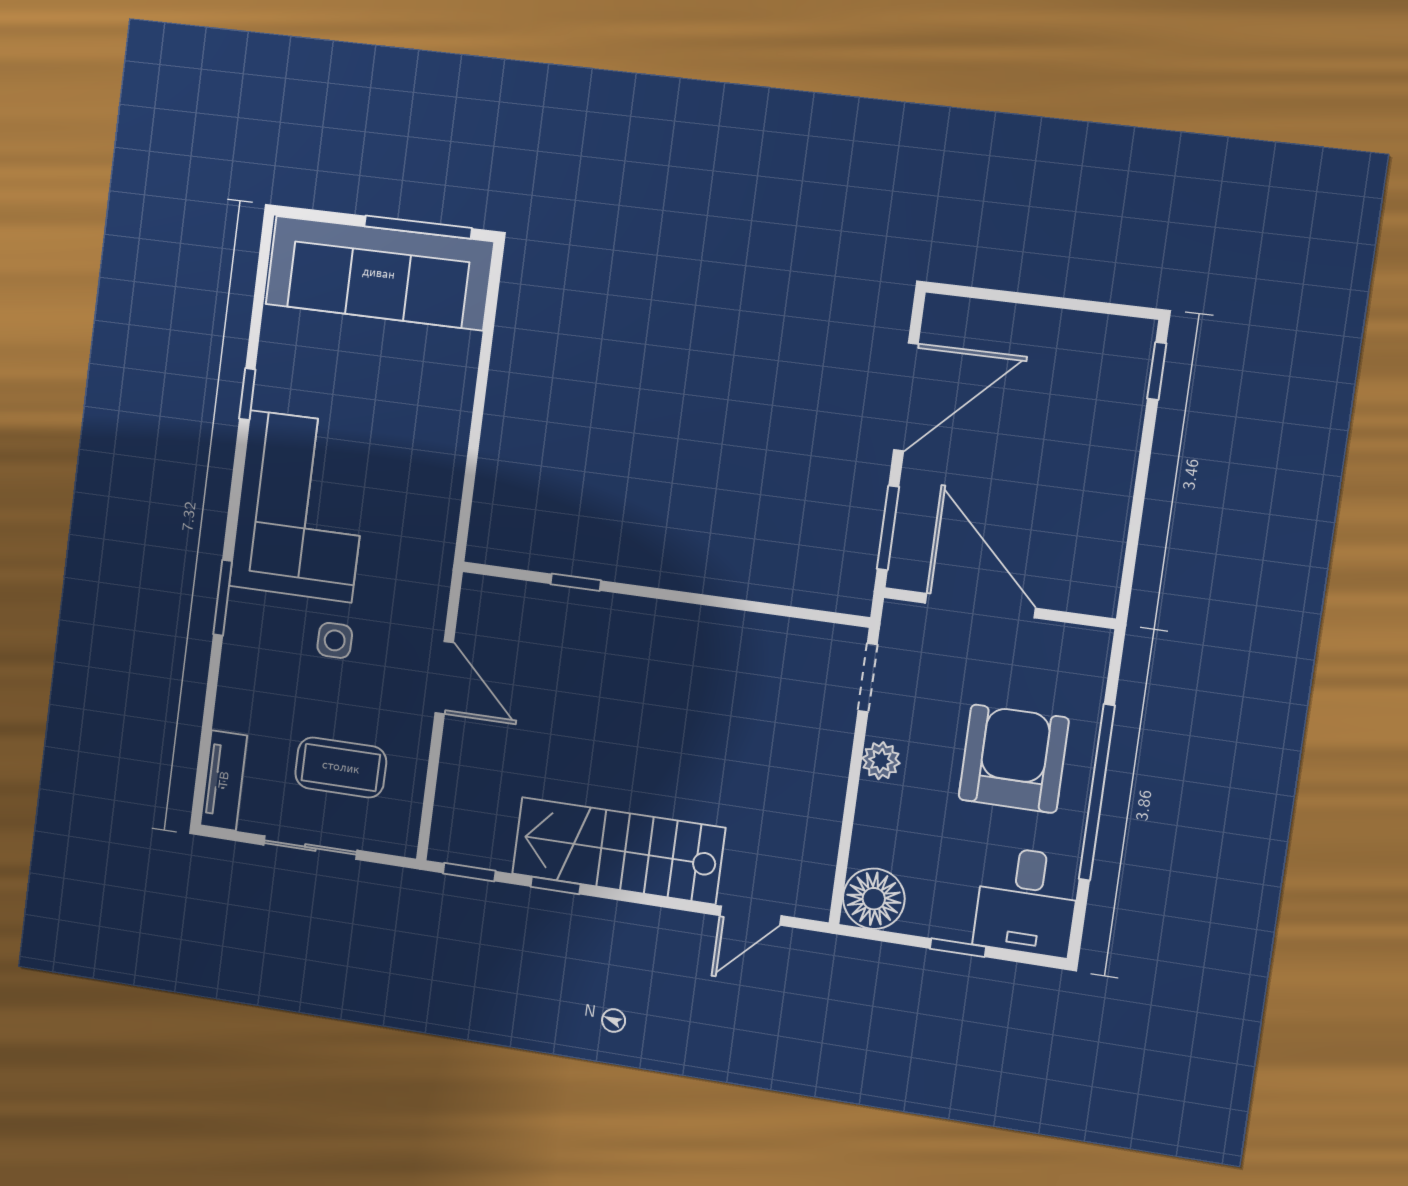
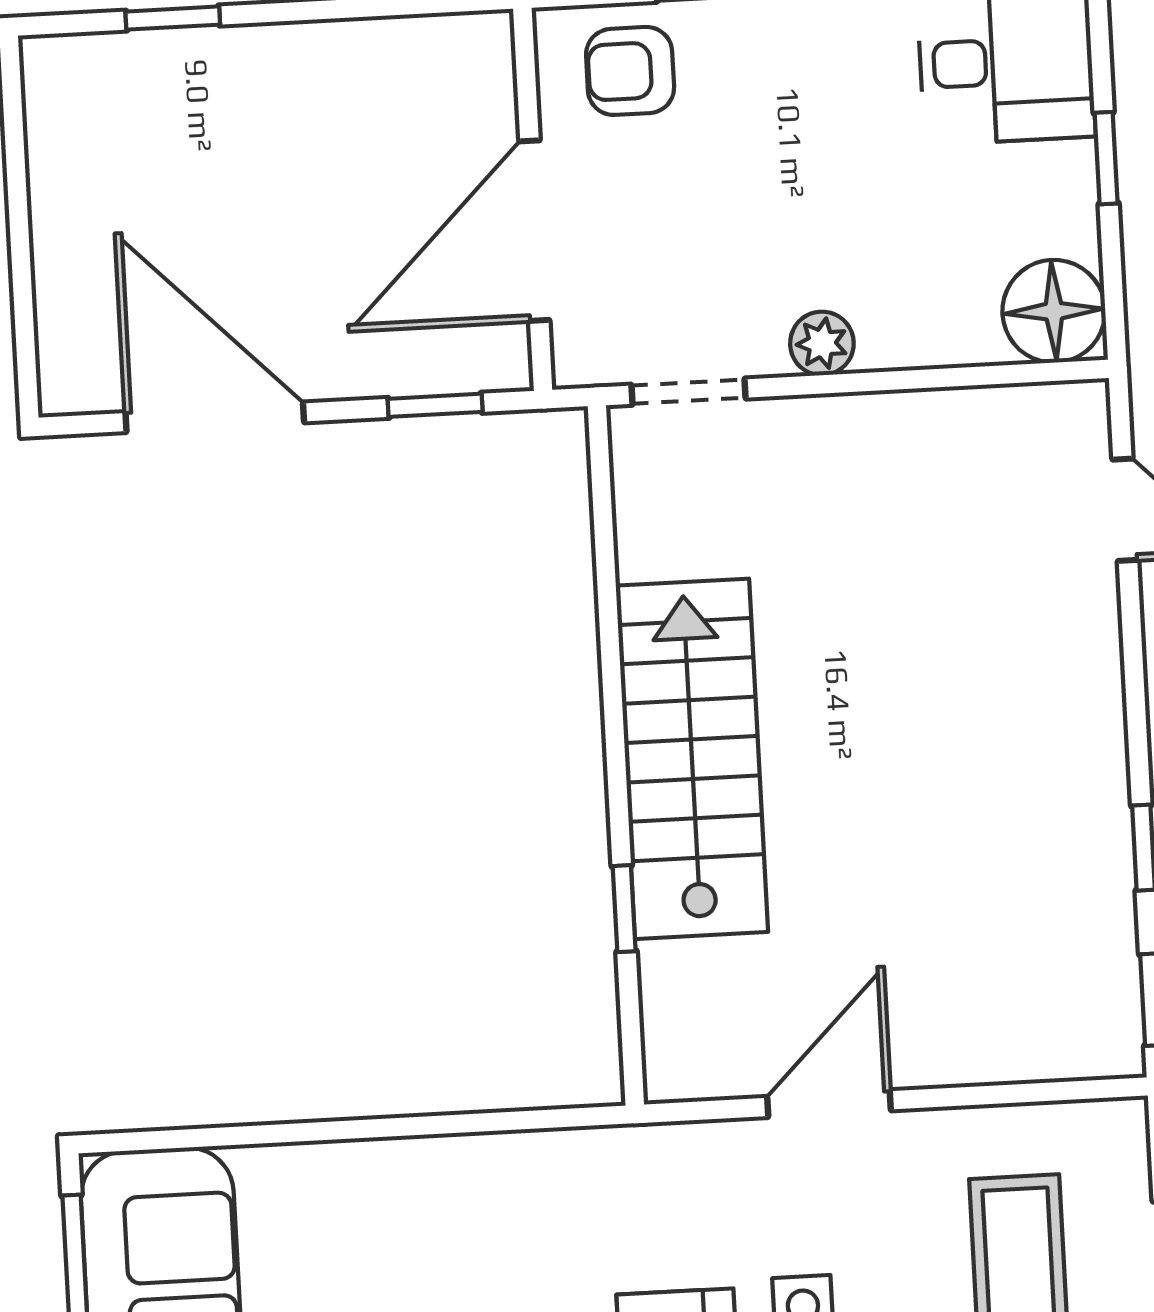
window: (1157, 371) -> (173, 18), moved
window: (888, 528) -> (435, 405), width x0.67
armchair: (1014, 759) -> (630, 71), moved, width x0.53, depth x0.53
stairs: (618, 851) -> (692, 759), moved, turned 180

